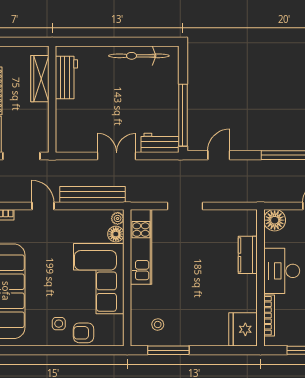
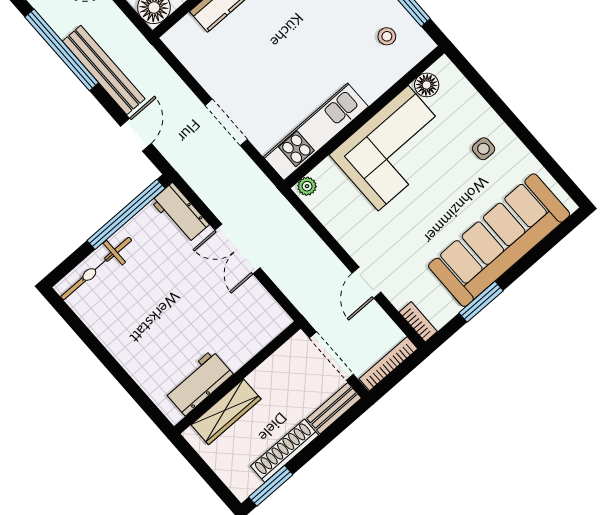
bicycle: (139, 56) -> (96, 269), moved, turned 90
door: (219, 155) -> (136, 135), swing flipped
bench: (93, 195) -> (104, 70), moved
floor lamp: (116, 234) -> (427, 85), moved
armchair: (84, 333) -> (469, 112), removed

